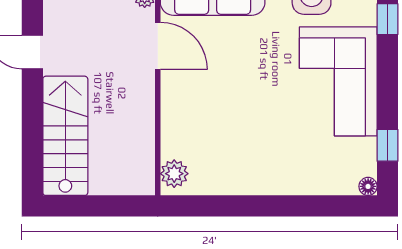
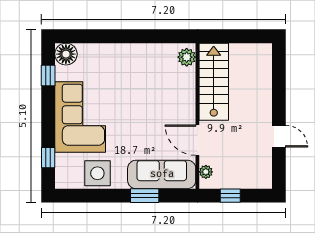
stairs: (65, 136) -> (214, 82), moved, turned 180
floor lamp: (368, 186) -> (66, 54), width x1.89, depth x1.89

